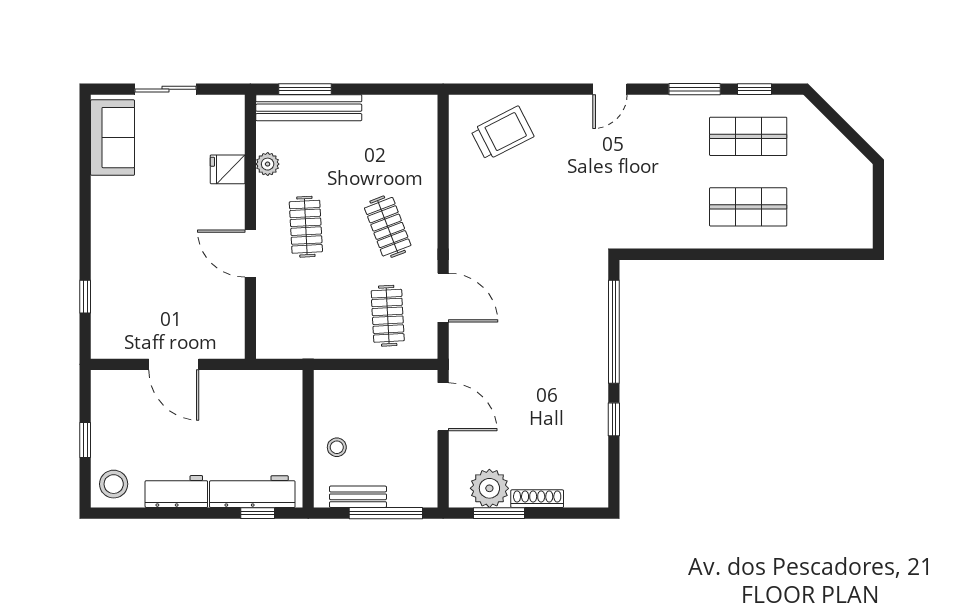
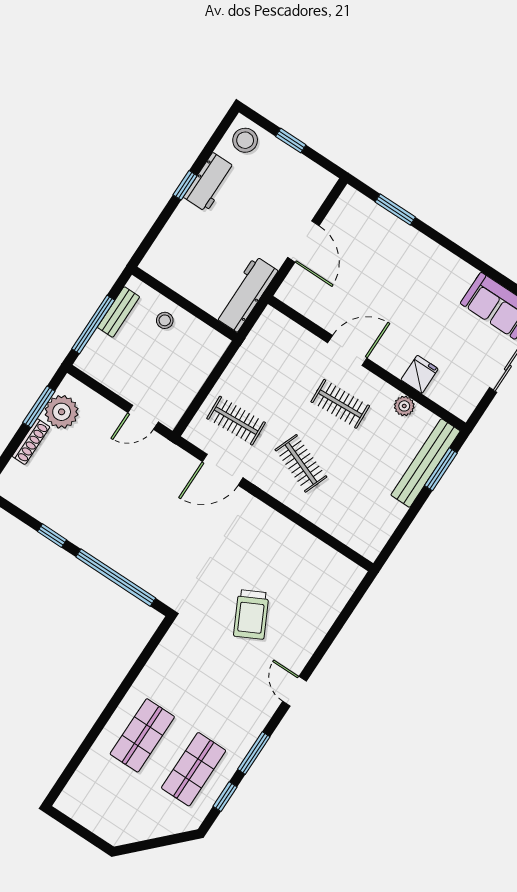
trolley: (502, 133) -> (251, 614), moved
clothes rail: (388, 227) -> (301, 463), turned 42
window: (85, 297) -> (395, 209), width x1.50
door: (174, 364) -> (303, 242), swing flipped
door: (443, 407) -> (143, 417), width x0.73
workbench: (252, 492) -> (246, 294), moved, turned 180
window: (258, 513) -> (185, 185), moved

